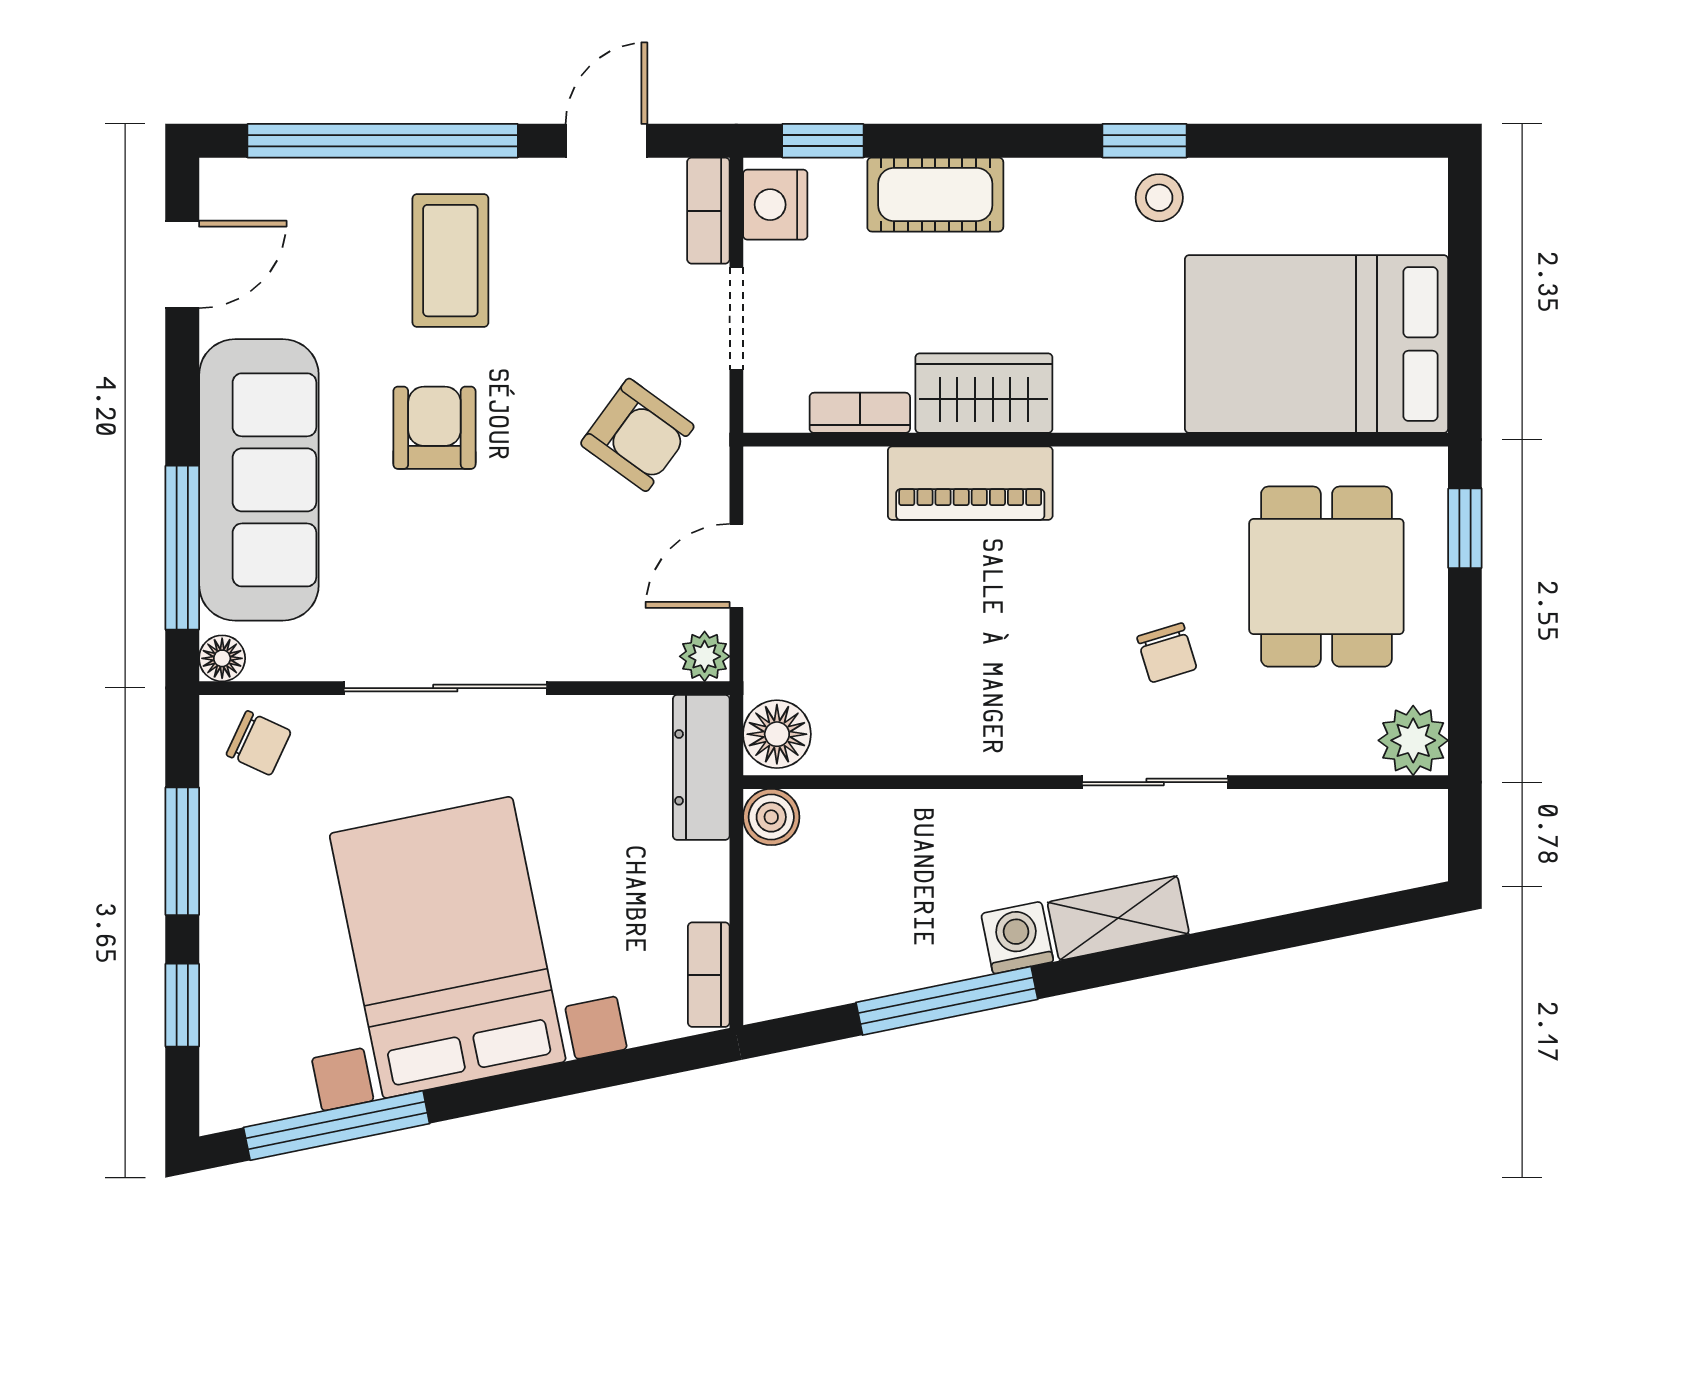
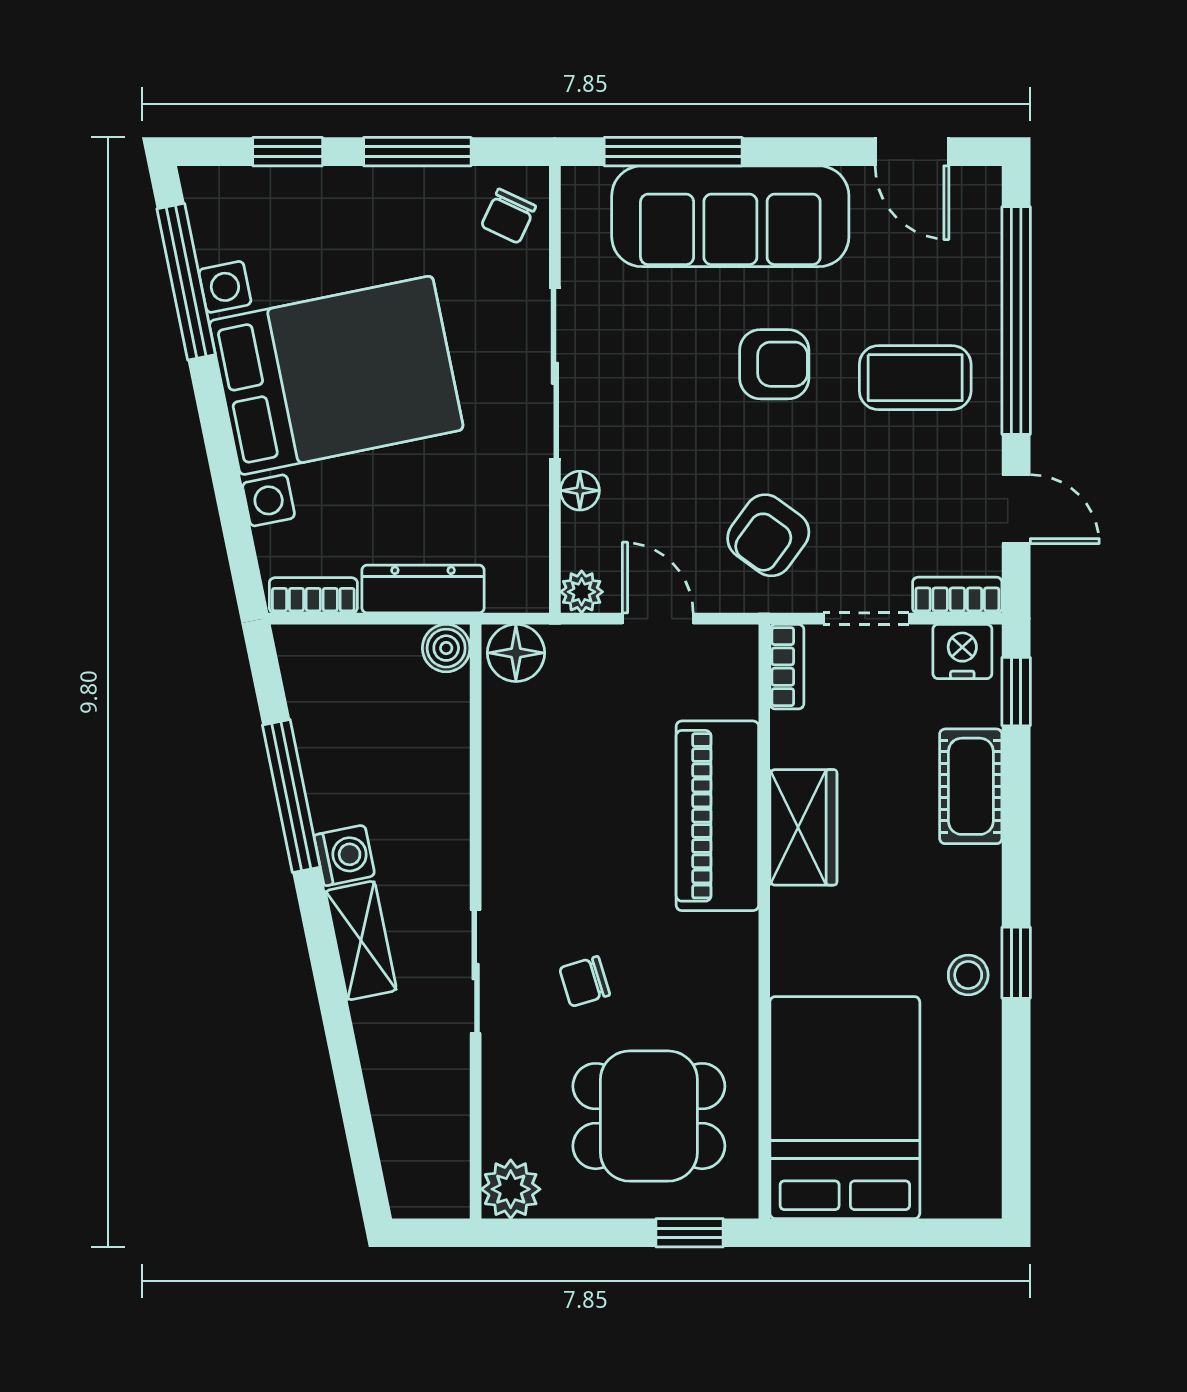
bookcase: (860, 413) -> (787, 667), moved
piano: (970, 483) -> (717, 816), width x1.37, depth x1.33
floor lamp: (222, 658) -> (580, 491), moved
dresser: (701, 767) -> (423, 589), moved

